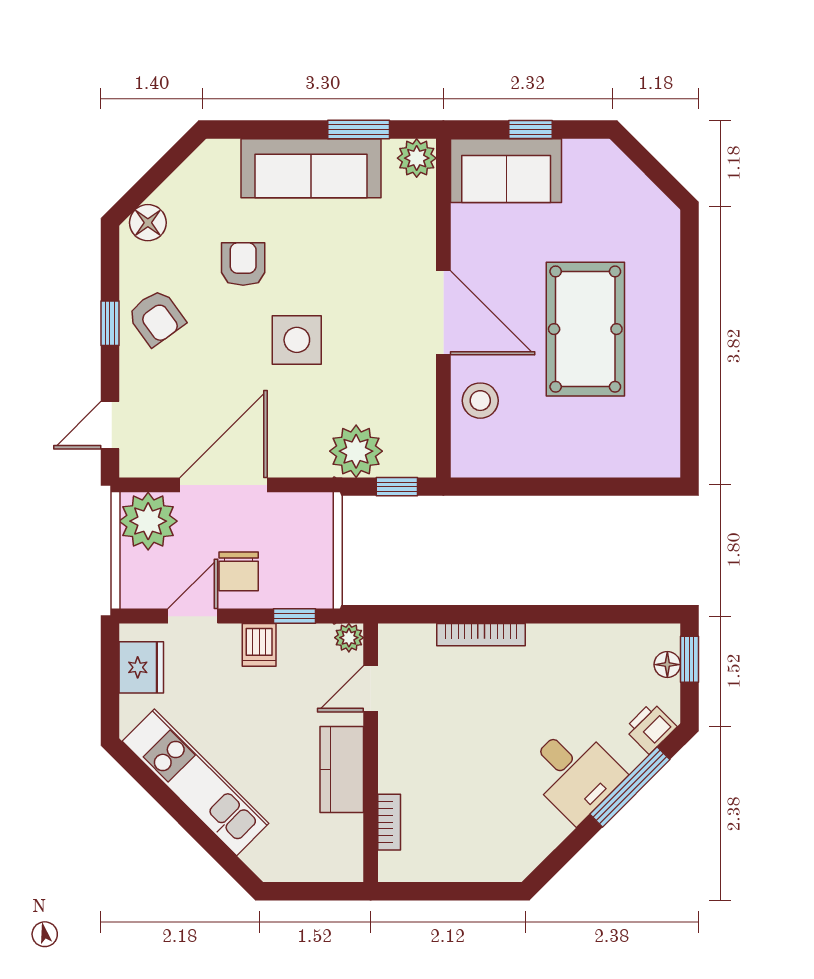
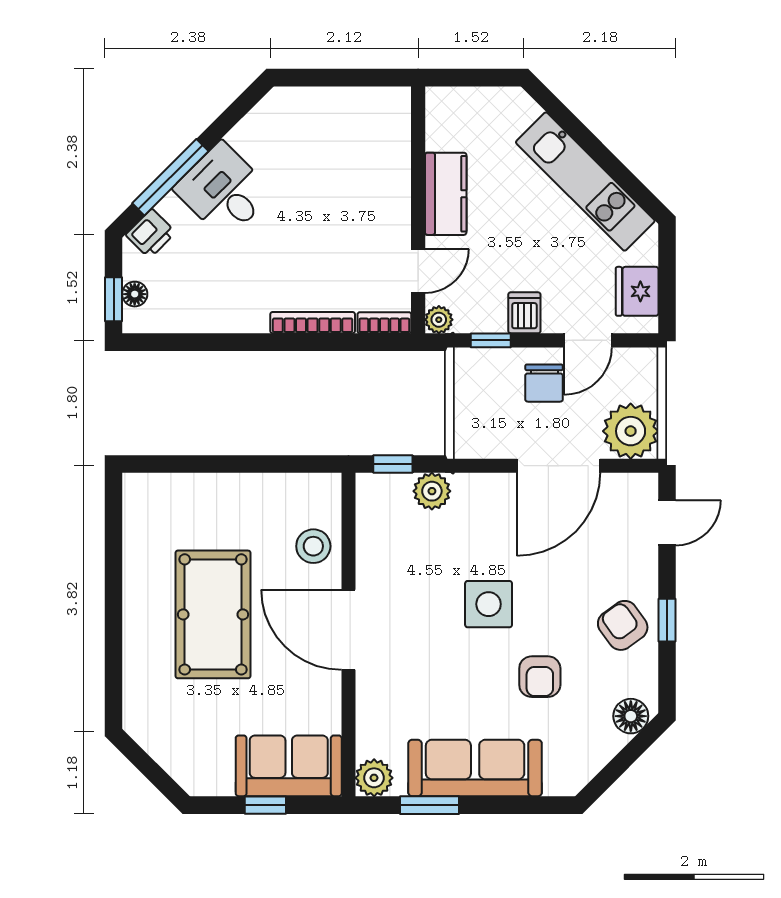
plant: (356, 451) -> (432, 491), width x0.73, depth x0.73
chair: (239, 571) -> (544, 383), turned 180
bookcase: (389, 822) -> (384, 323), moved, turned 90

